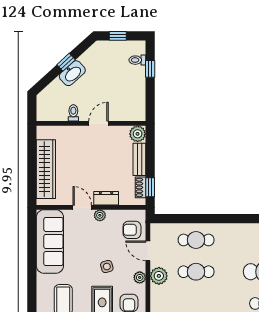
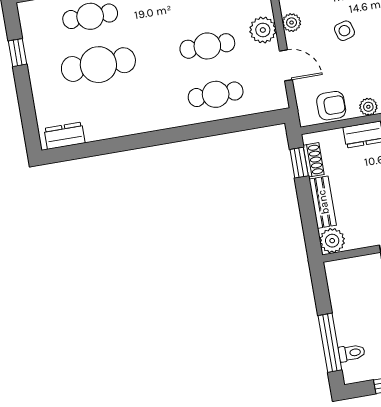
window: (150, 69) -> (330, 343), width x2.17
armchair: (132, 230) -> (331, 106), moved

